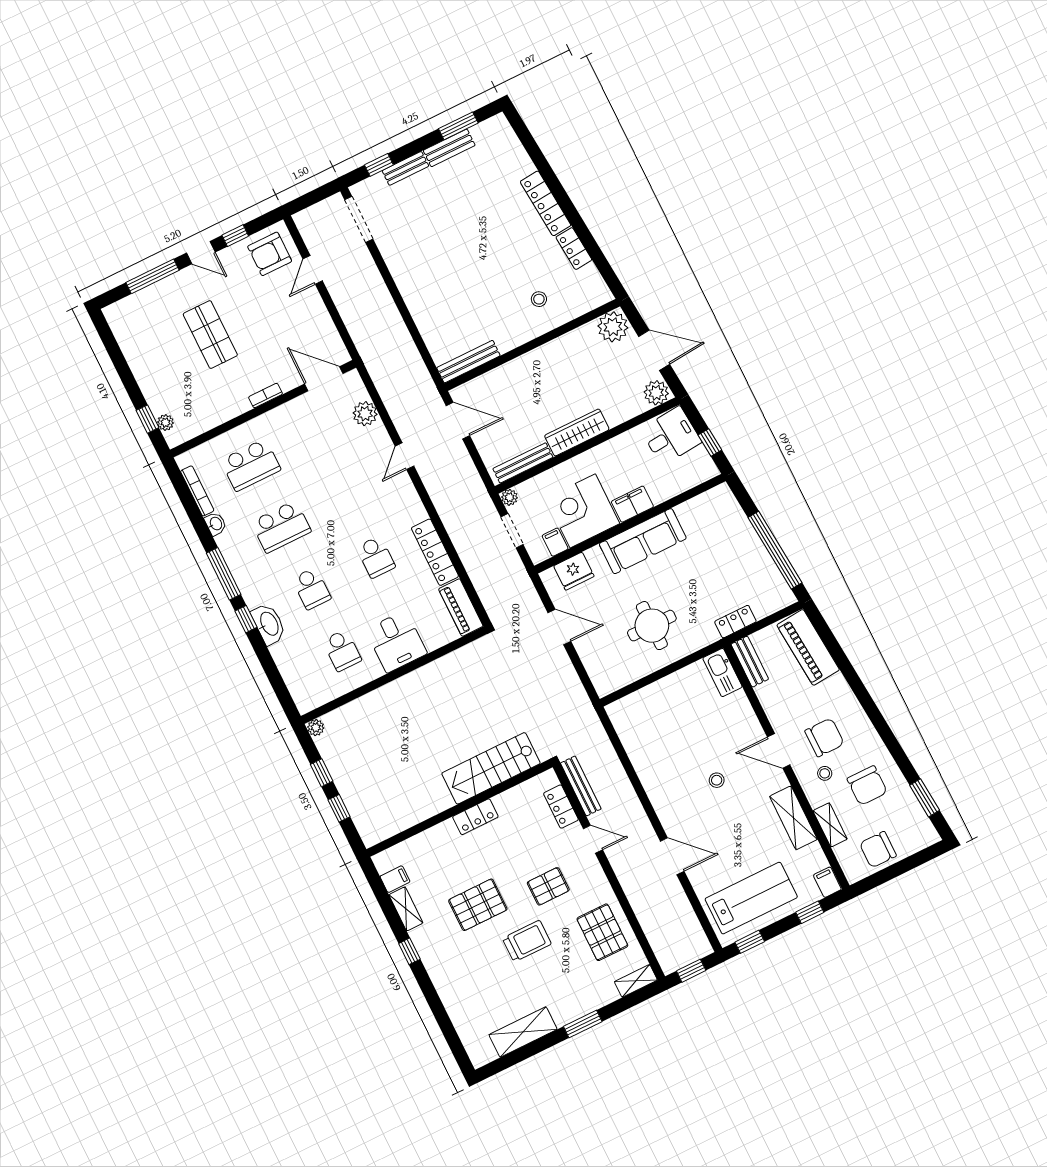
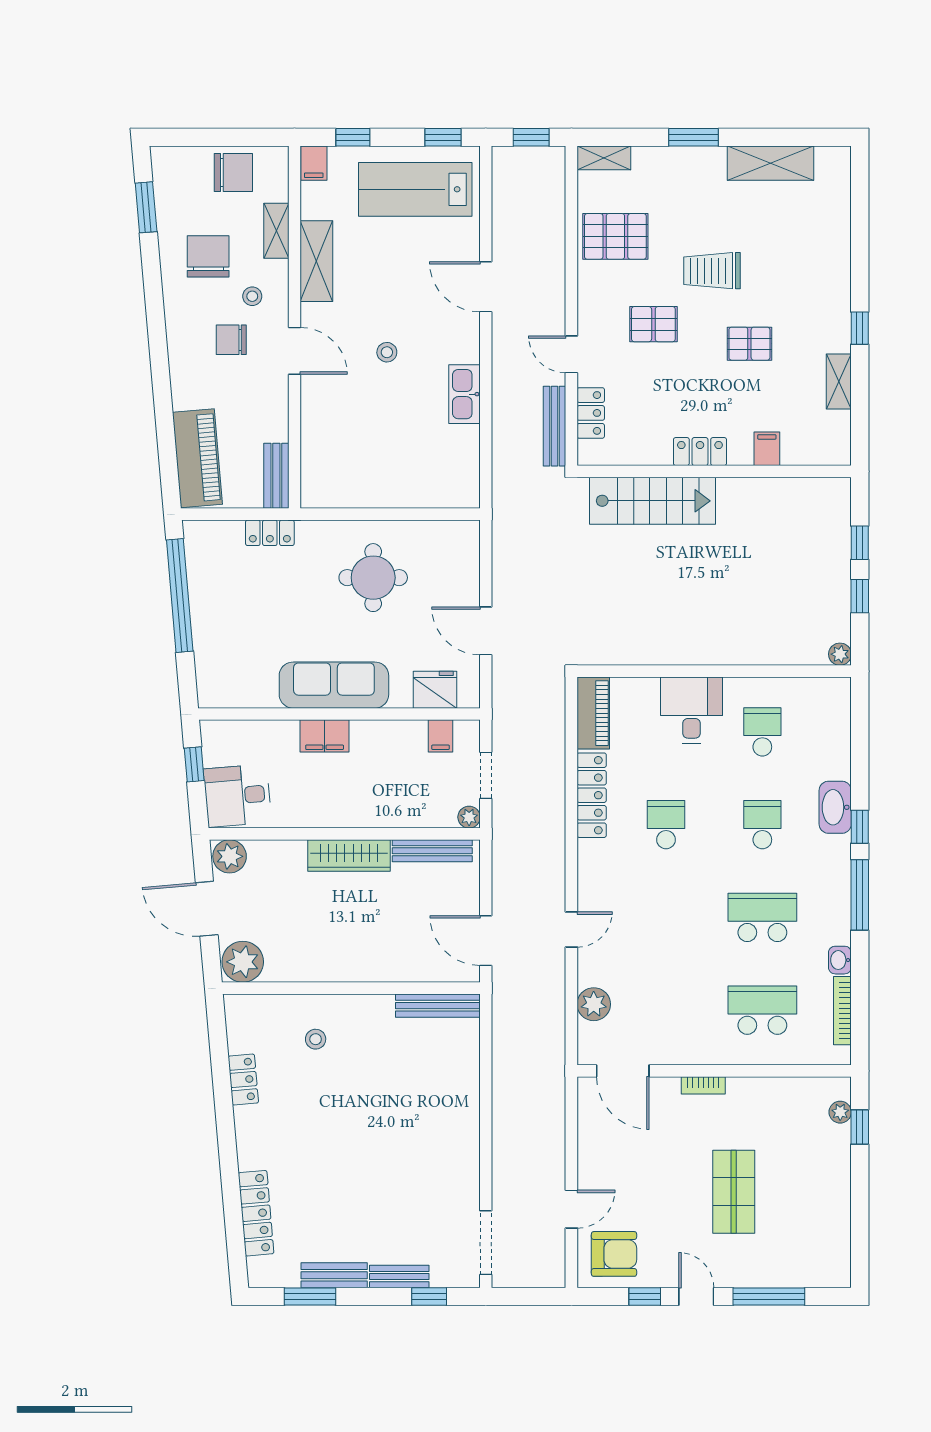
locker: (546, 203) -> (256, 1213), moved
corner desk: (583, 511) -> (389, 757), removed
kitchen sink: (722, 673) -> (464, 394), moved, turned 180
chair: (824, 737) -> (231, 340), width x0.73, depth x0.73
filing cabinet: (395, 879) -> (767, 449), moved, turned 90
pallet: (478, 905) -> (749, 344), width x0.67, depth x0.71
pallet: (602, 932) -> (615, 236), turned 90

